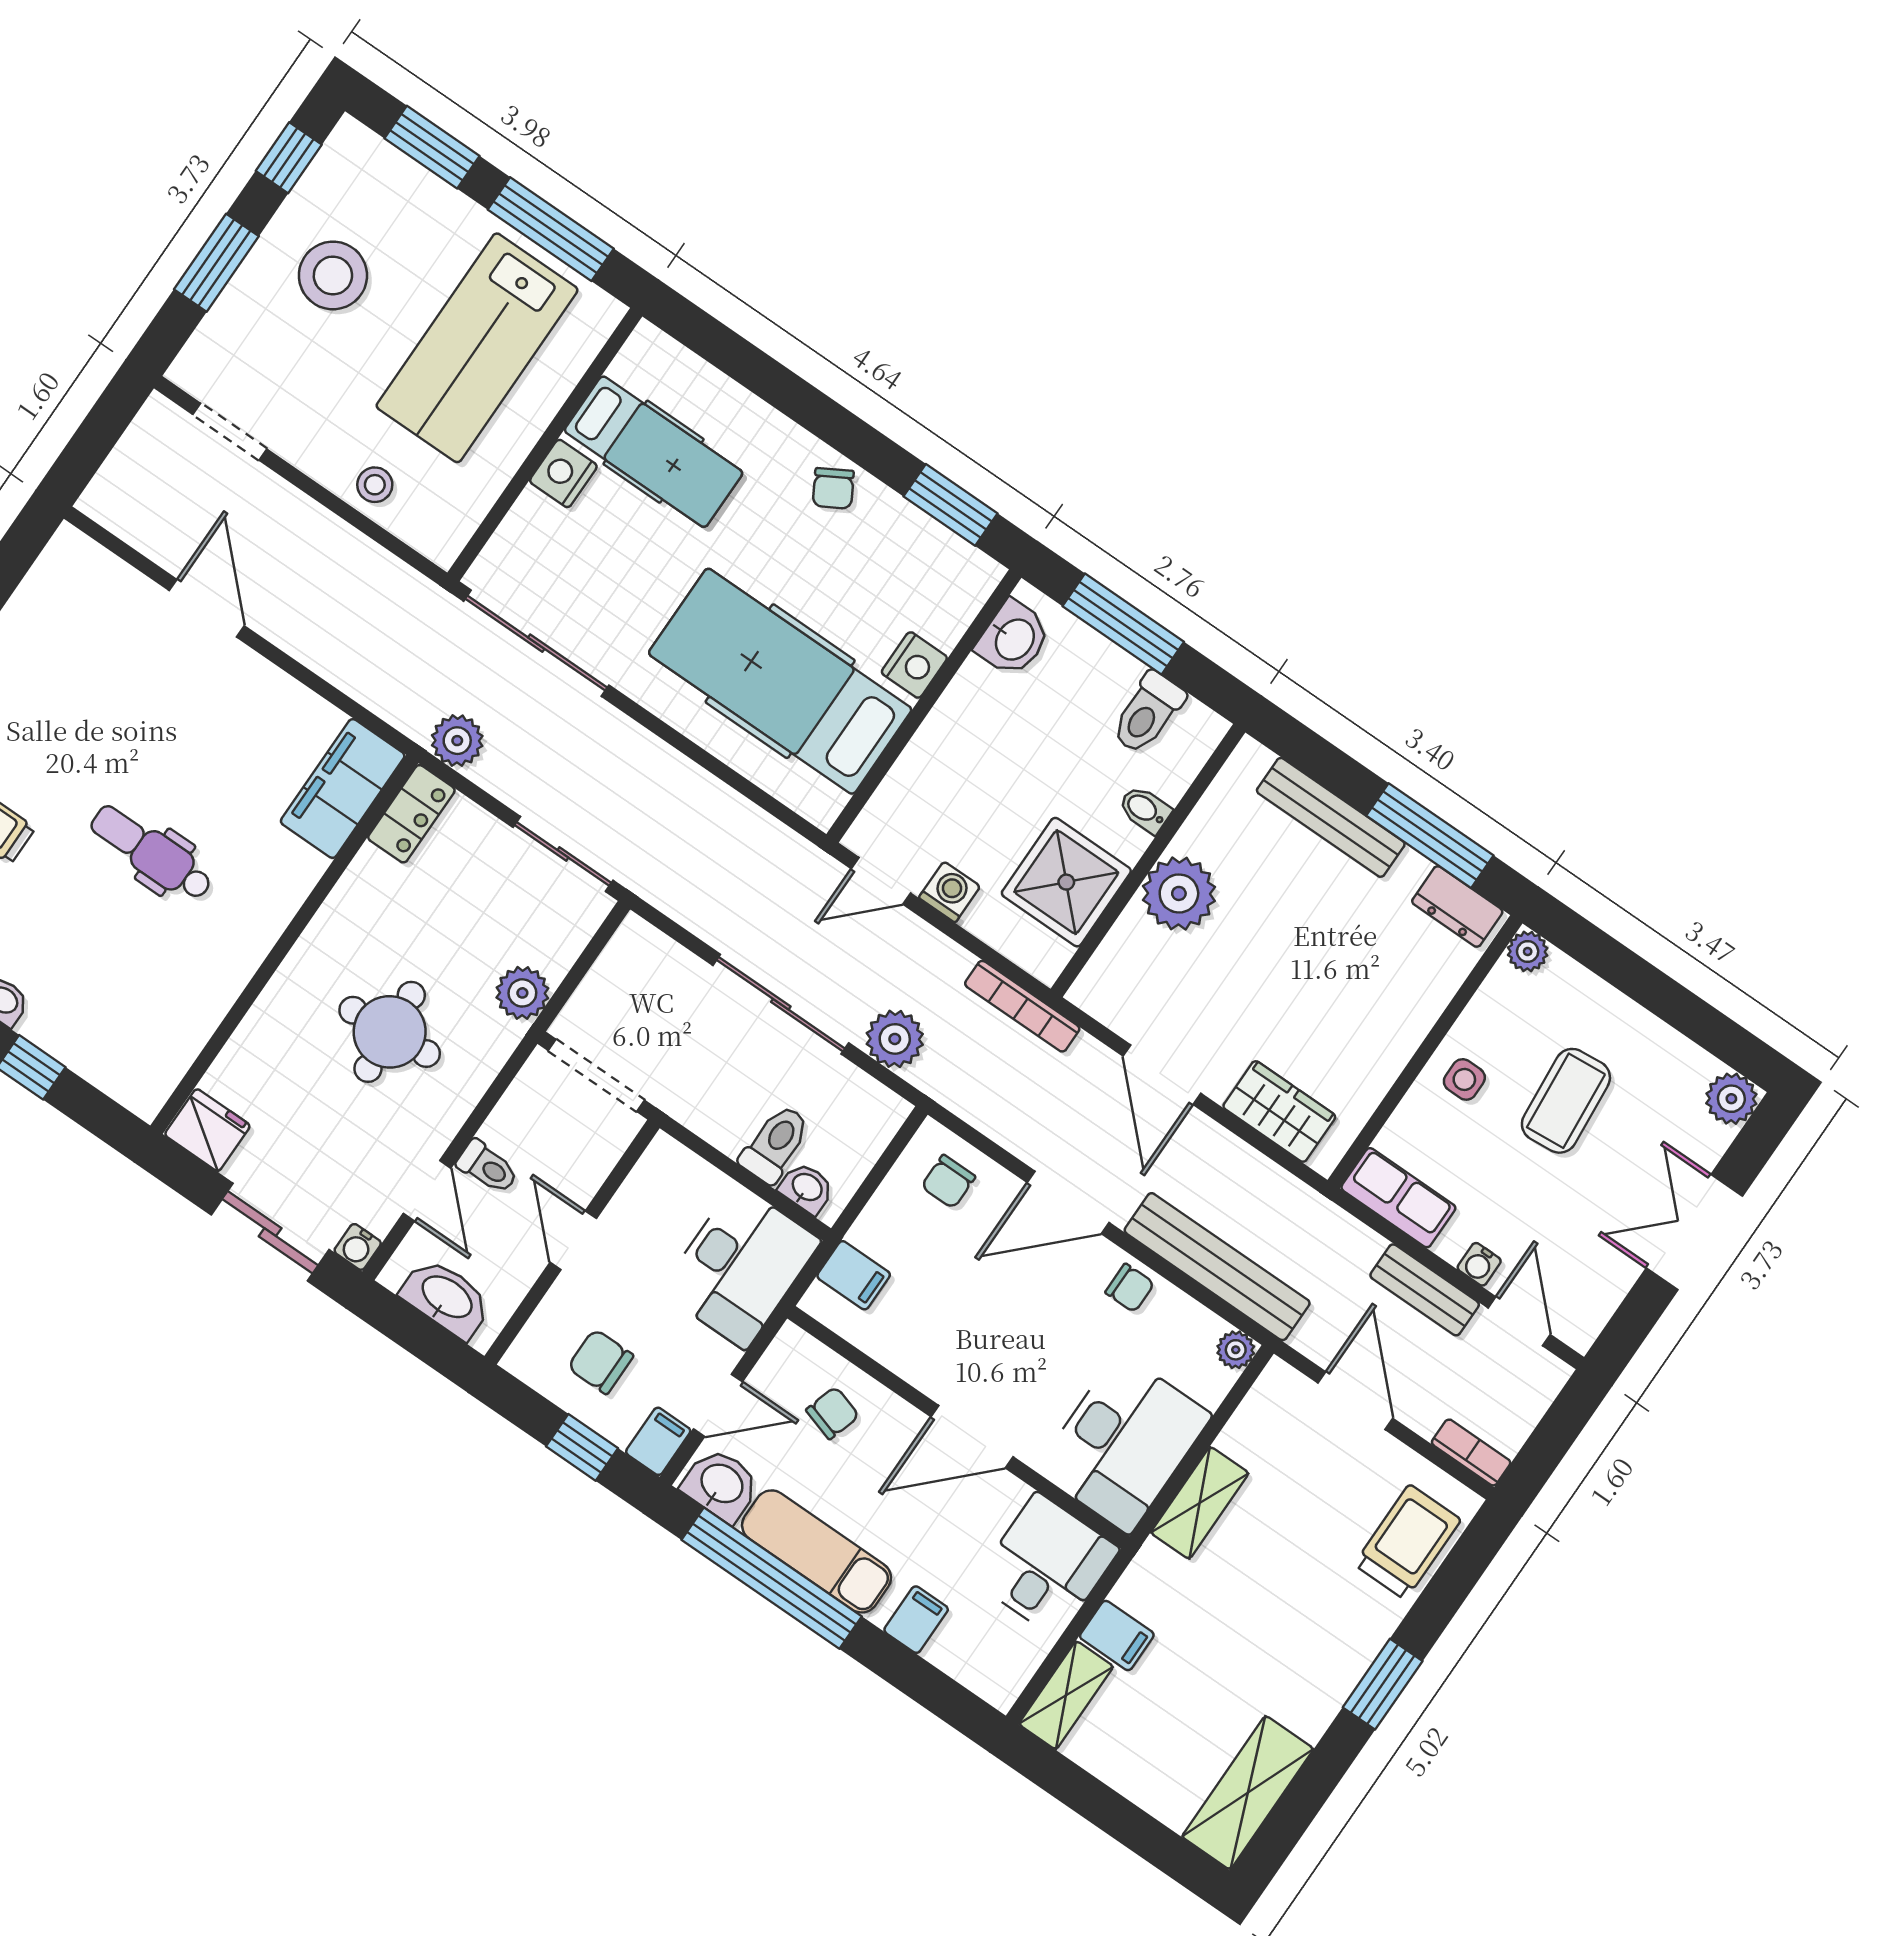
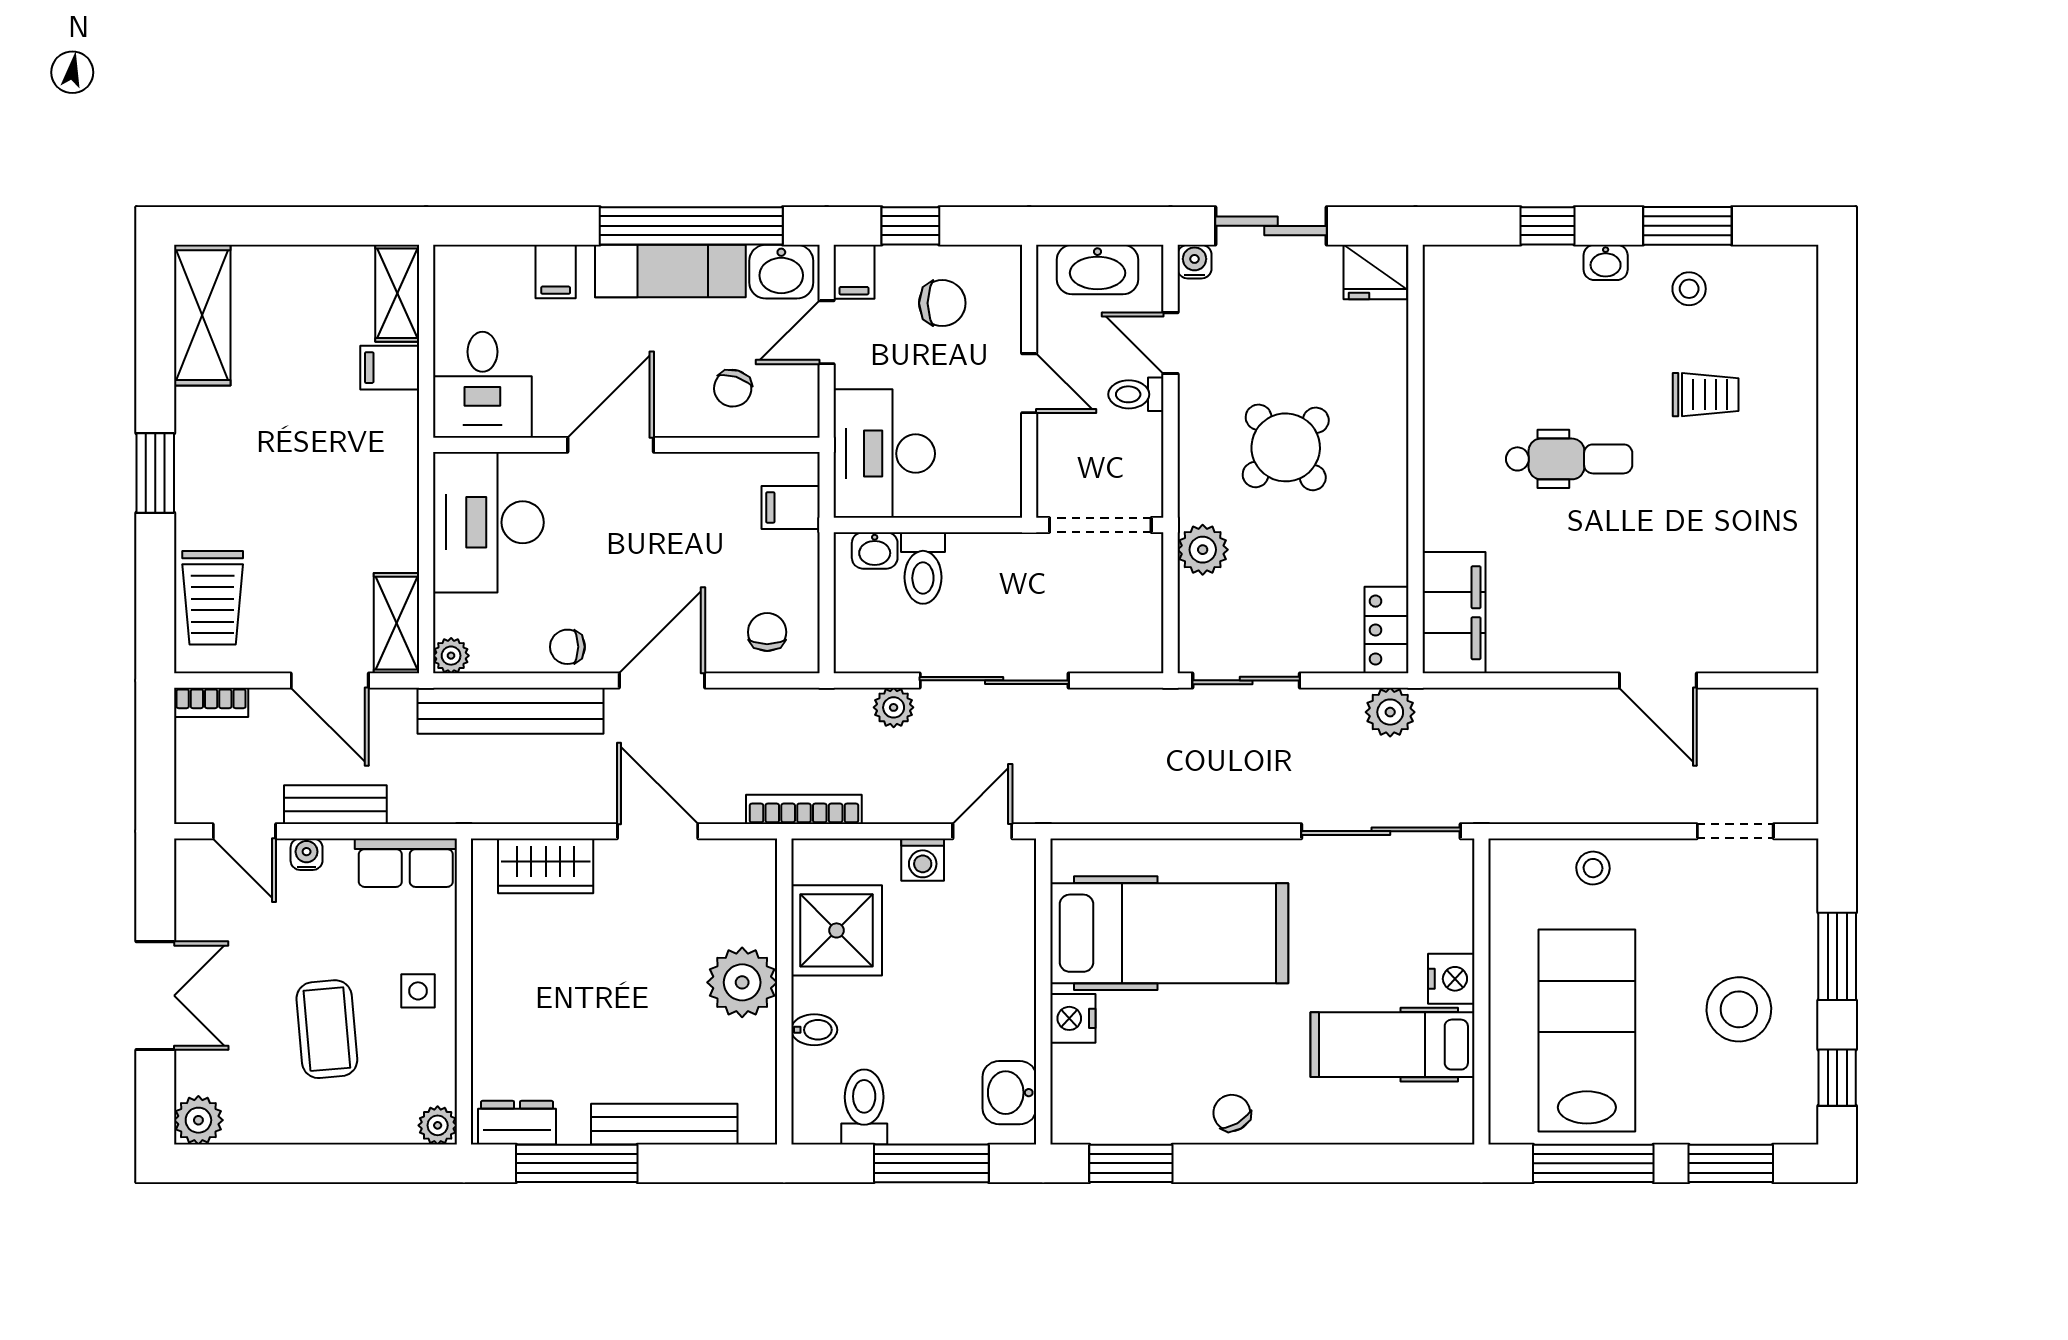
round table: (390, 1032) -> (1286, 447), turned -38
plant: (895, 1039) -> (894, 707), width x0.73, depth x0.73
shelving: (1200, 1503) -> (396, 623), moved

